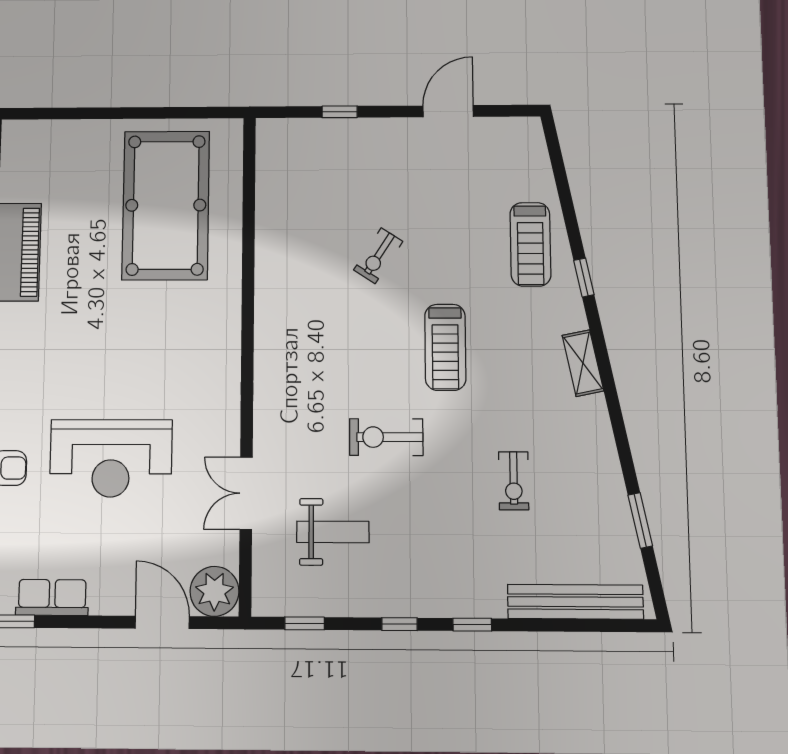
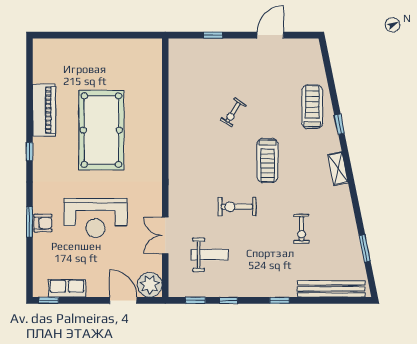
pool table: (166, 205) -> (101, 130), moved
treadmill: (530, 244) -> (312, 107), turned 180
window: (399, 624) -> (229, 300), moved

